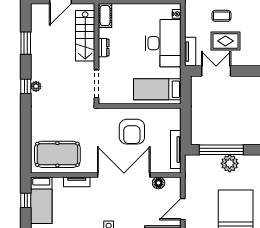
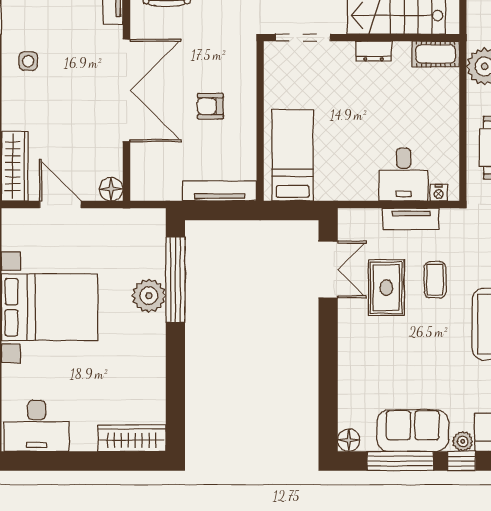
desk: (163, 43) -> (404, 174), width x0.53, depth x0.77
tv unit: (190, 52) -> (411, 219), moved
armchair: (132, 132) -> (210, 106), width x0.53, depth x0.53
tv unit: (176, 150) -> (220, 191), moved
floor lamp: (159, 183) -> (111, 189), moved

